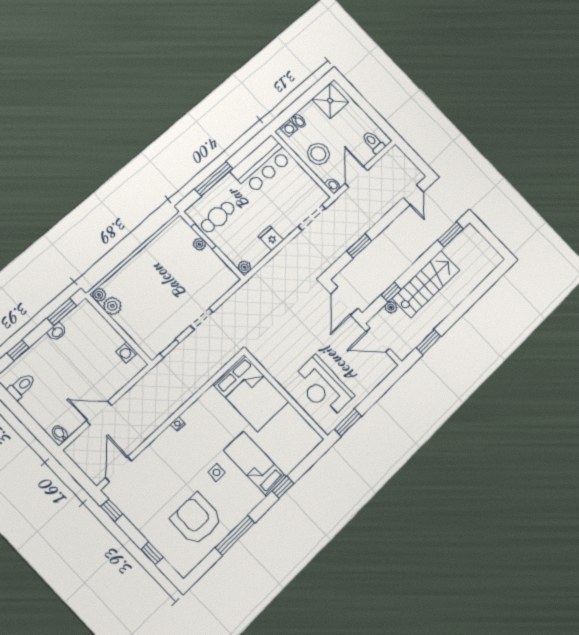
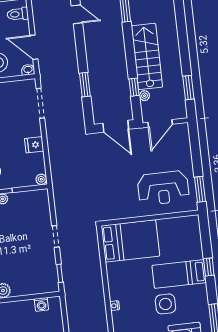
side table: (217, 472) -> (165, 304), width x1.87, depth x1.87

